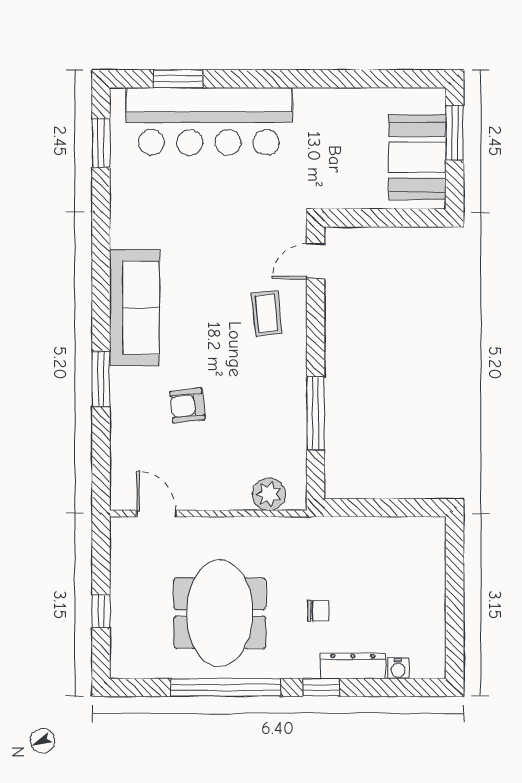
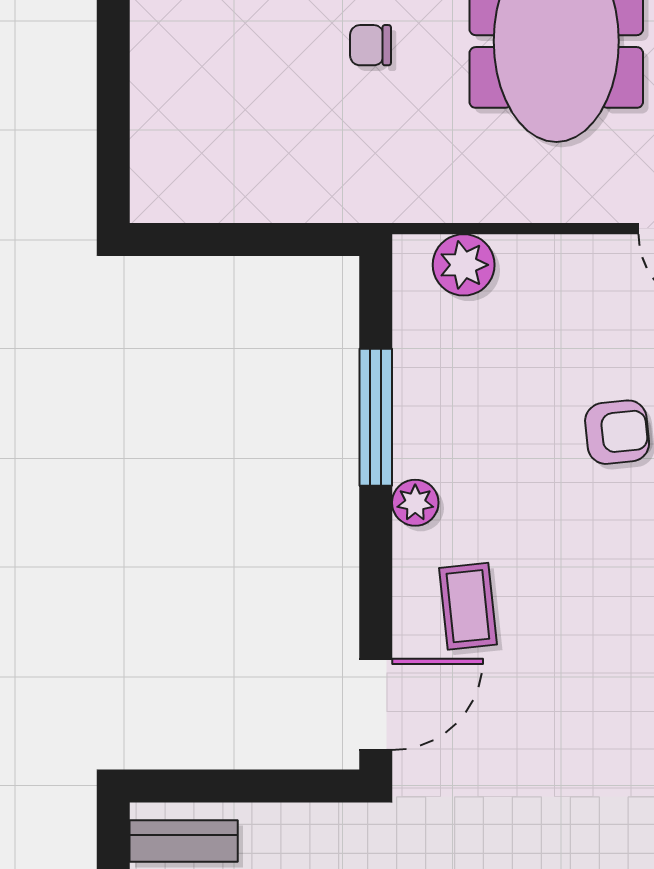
door: (316, 261) -> (376, 704), width x1.38
plant: (295, 368) -> (415, 503), added

